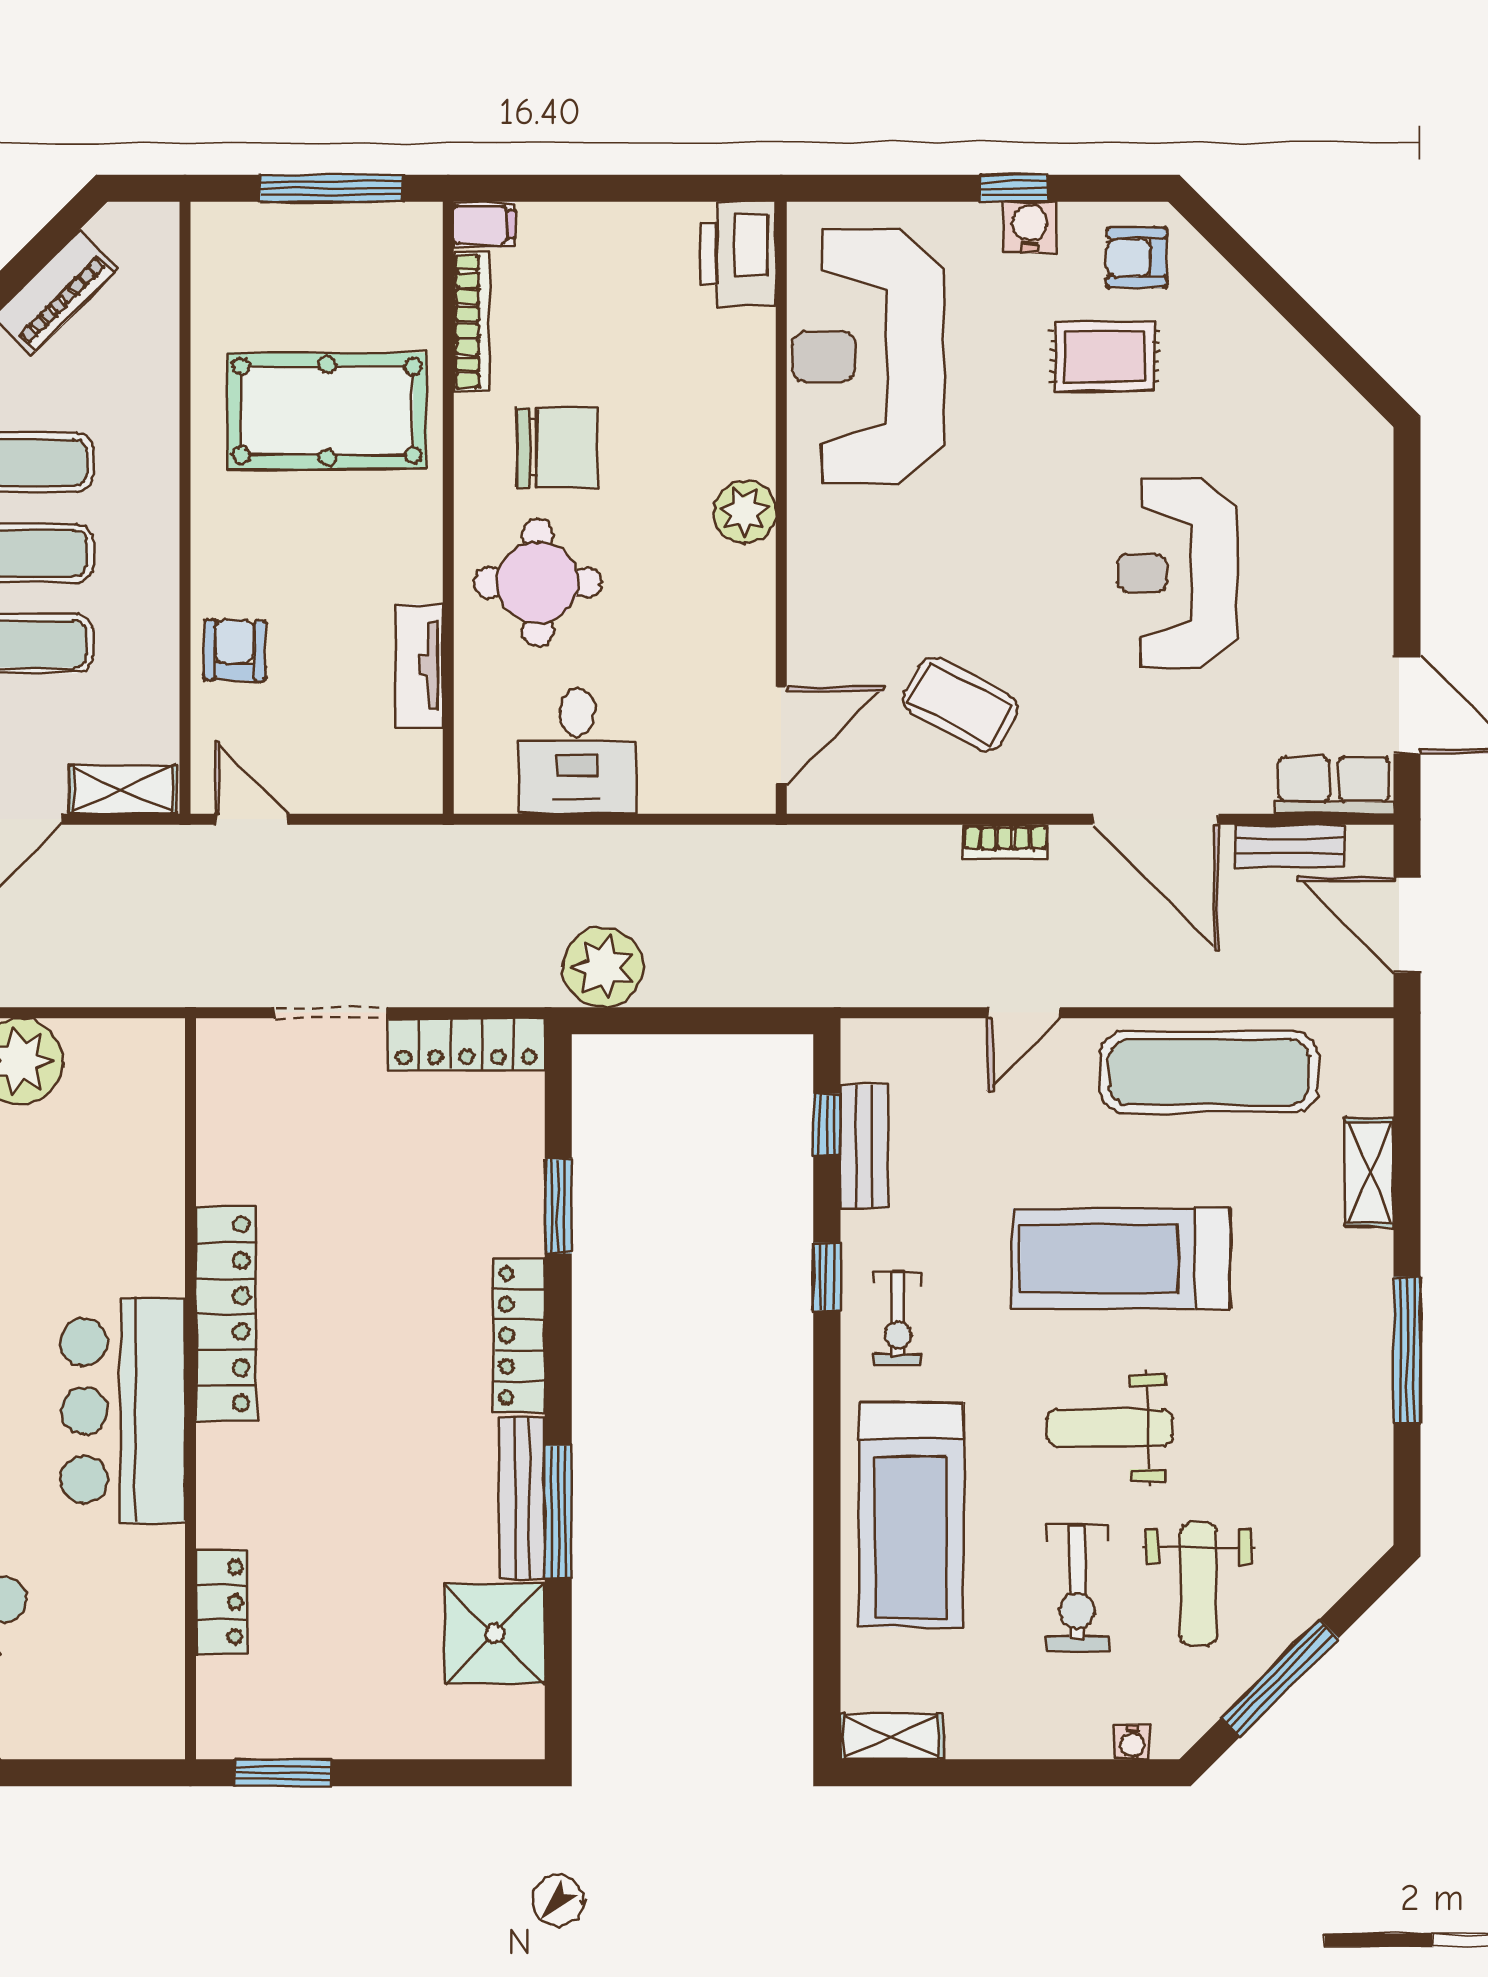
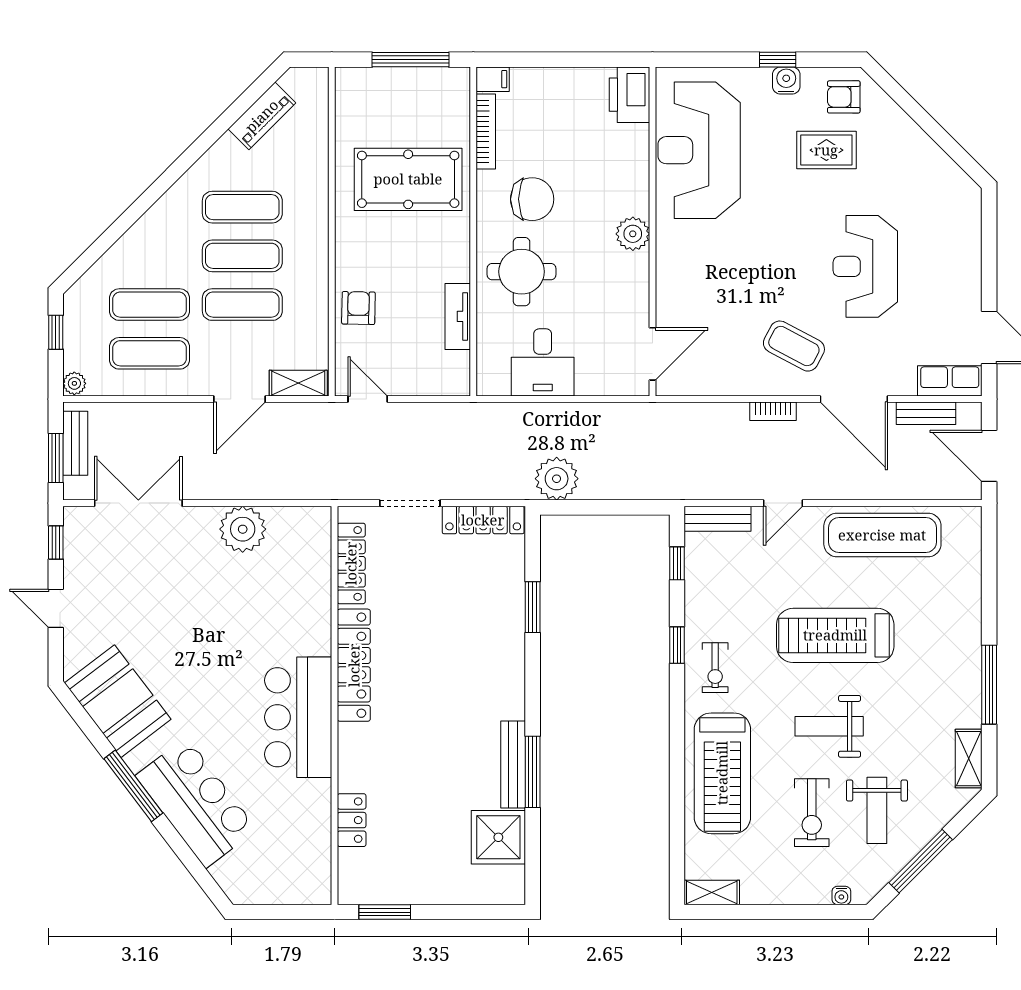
coffee table: (960, 704) -> (794, 346), moved
bench: (864, 1147) -> (718, 519), moved, turned 90
shelving: (1369, 1172) -> (969, 759), moved
locker: (519, 1336) -> (351, 563), moved, turned 180

